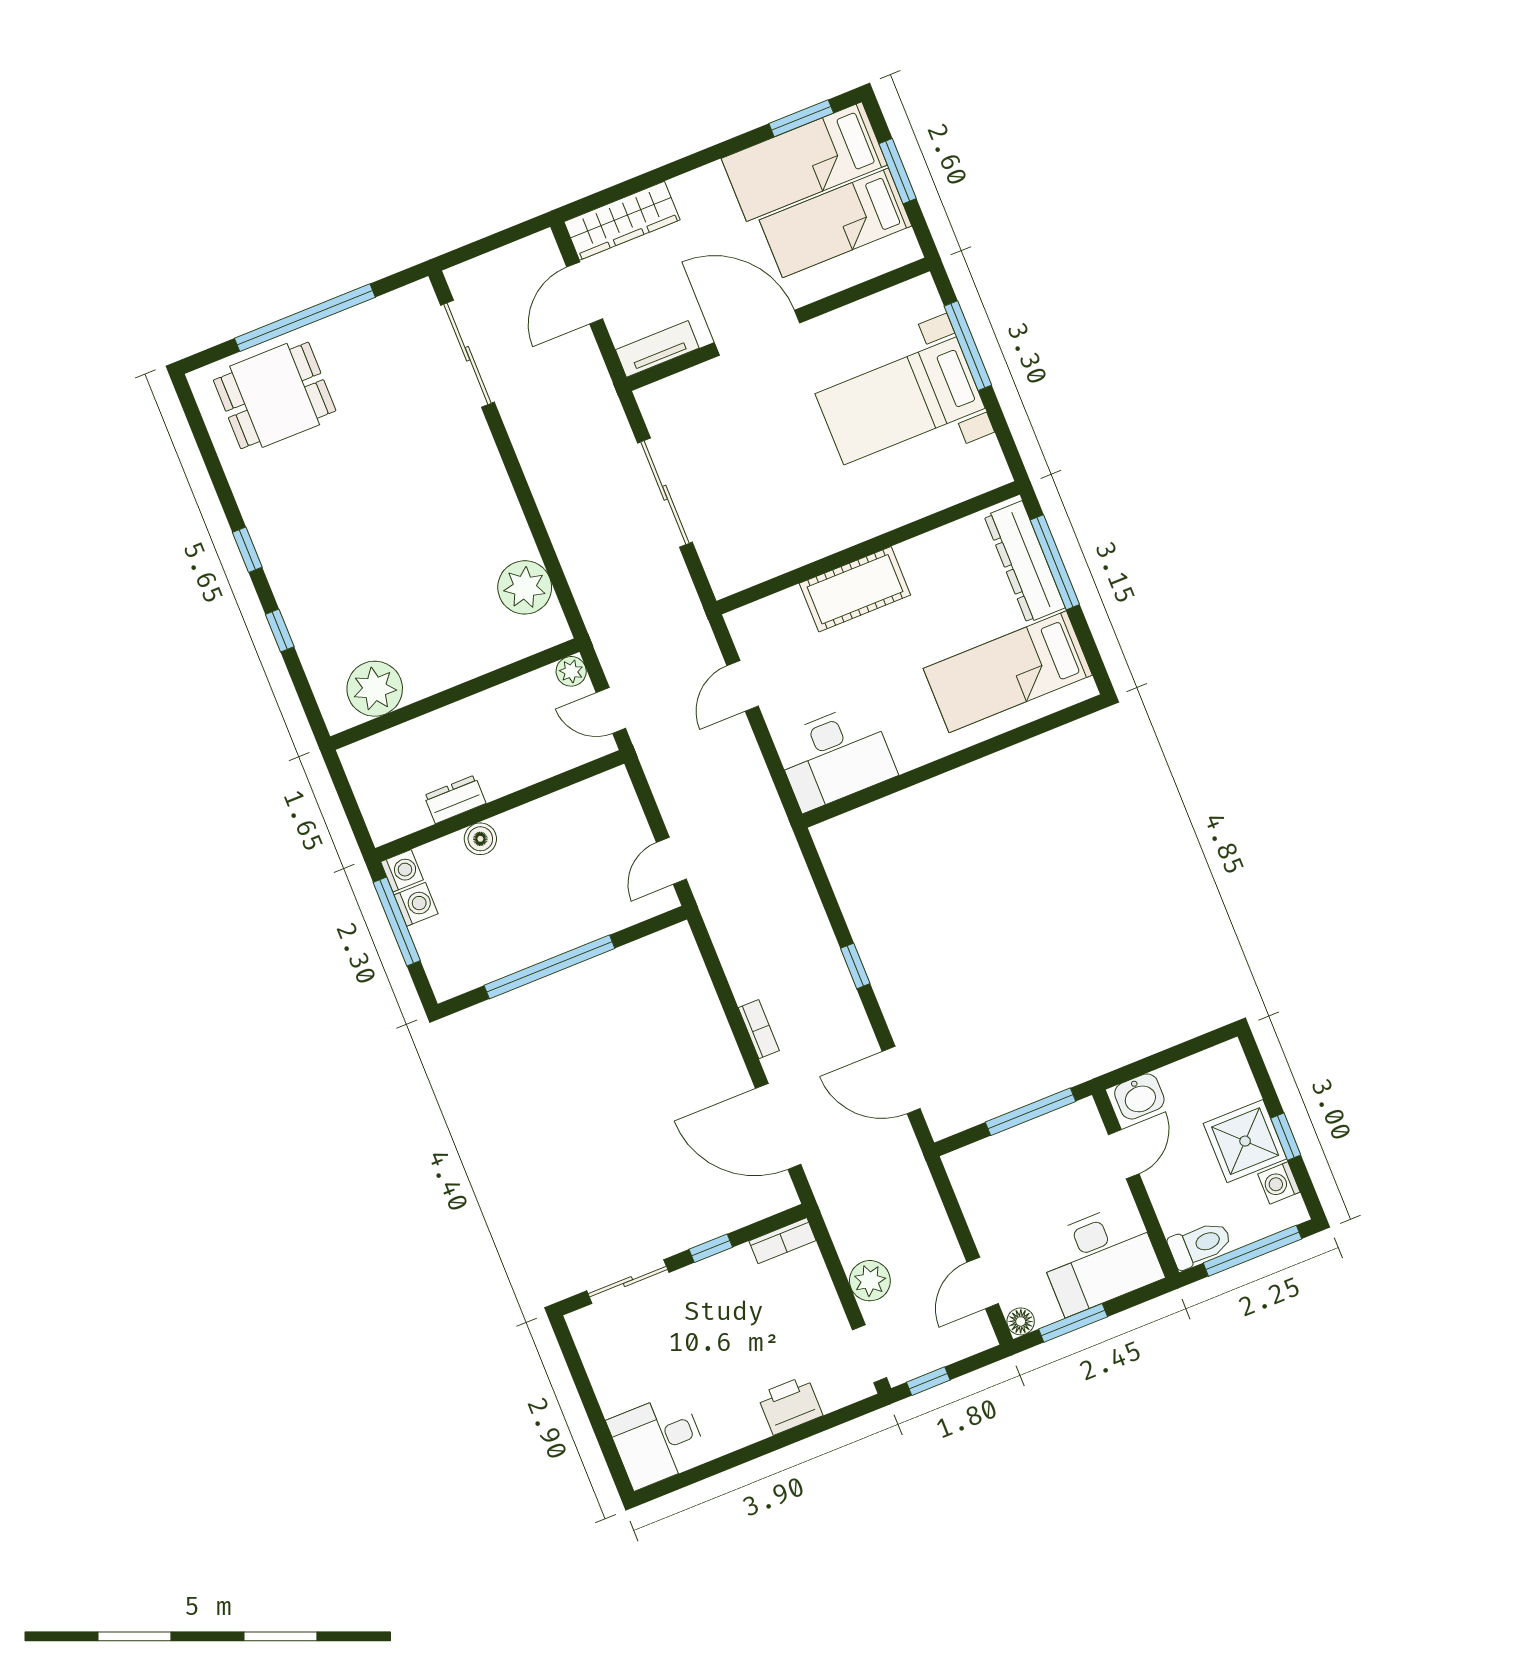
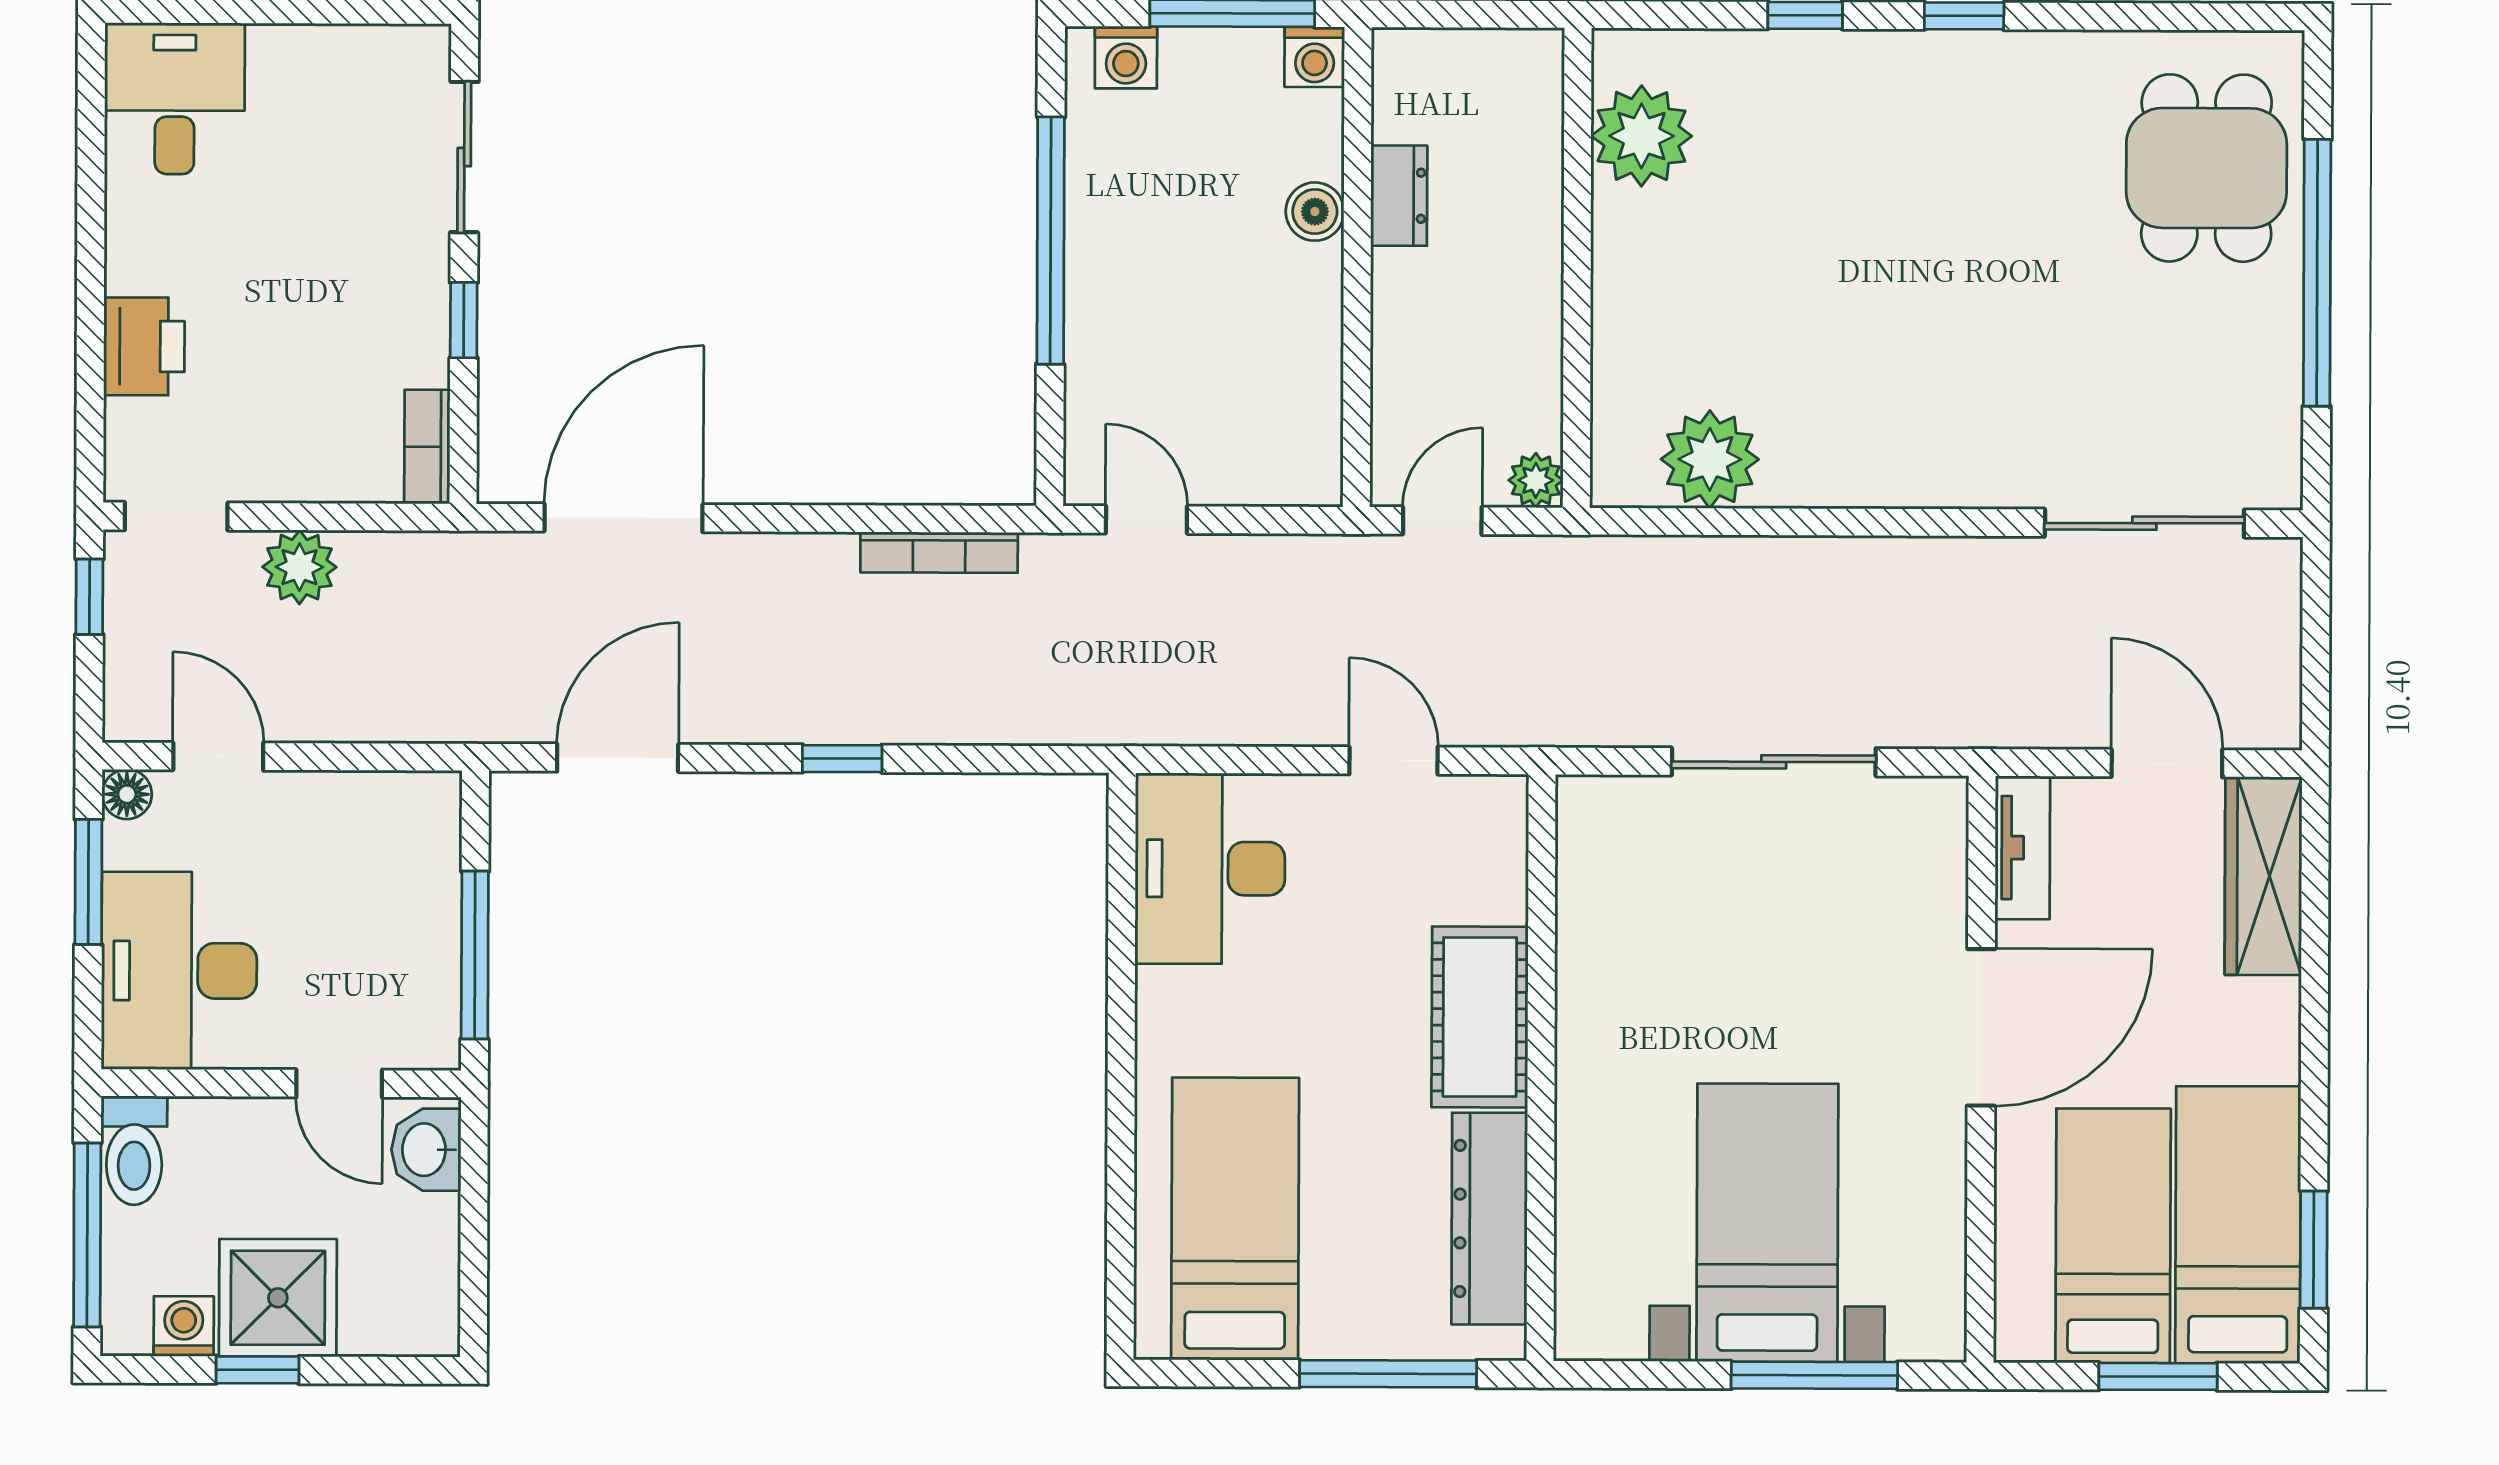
dresser: (1025, 562) -> (1489, 1219), moved, turned -90
washing machine: (416, 904) -> (1126, 57), moved
bookcase: (759, 1029) -> (939, 552), moved, width x1.56

